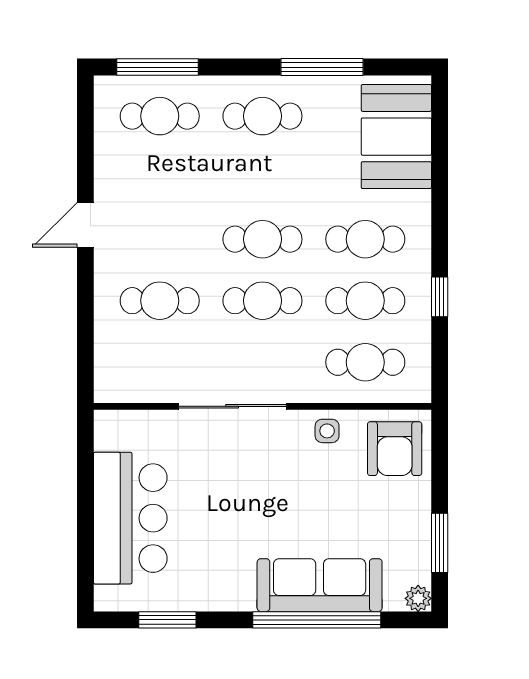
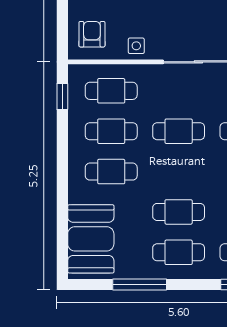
cafe table: (262, 239) -> (179, 212), moved
window: (440, 297) -> (62, 97), moved
armchair: (395, 449) -> (92, 34), width x0.72, depth x0.72

